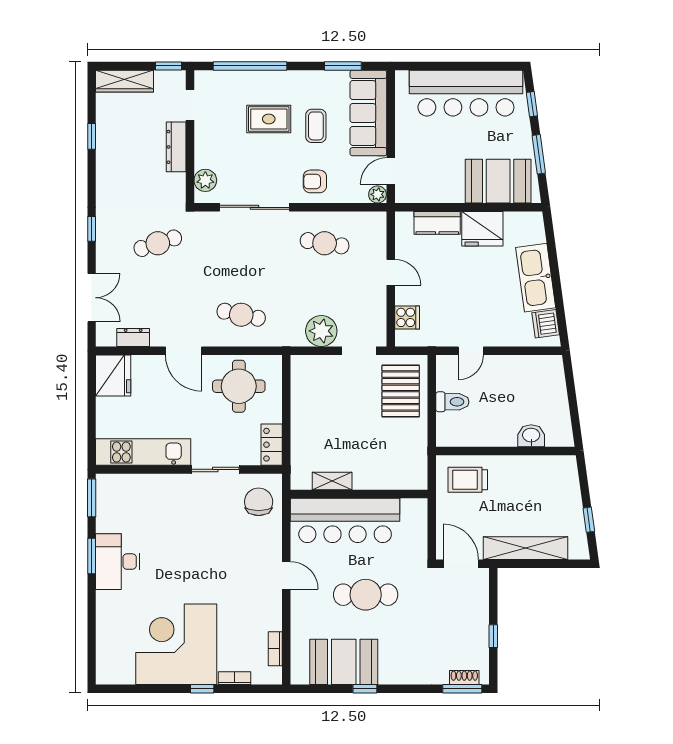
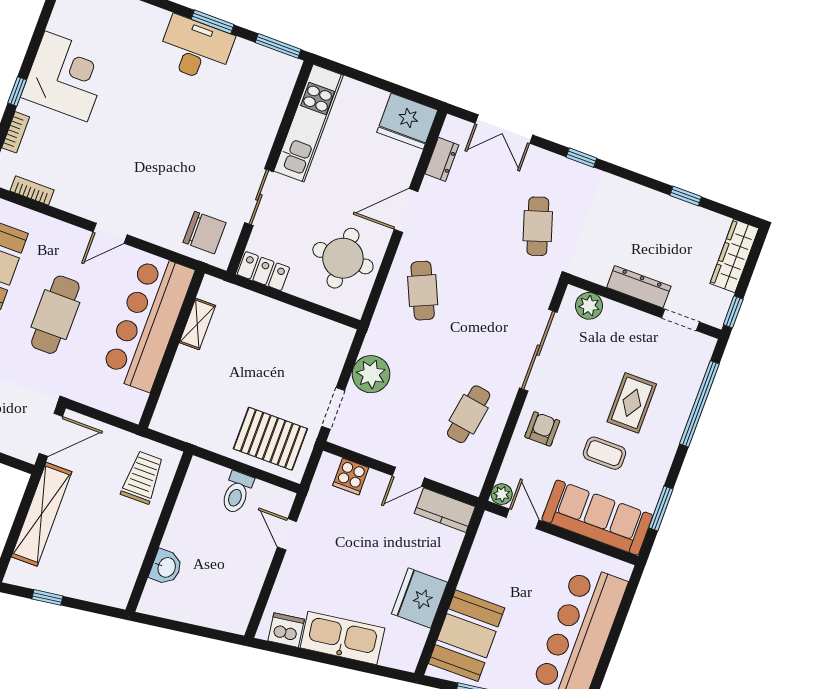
kitchen counter: (437, 223) -> (445, 510), moved, turned -90
cafe table: (241, 315) -> (423, 291), turned -36
corner desk: (176, 644) -> (66, 76), width x0.74, depth x0.74

